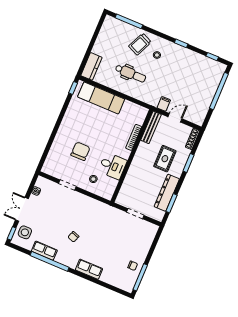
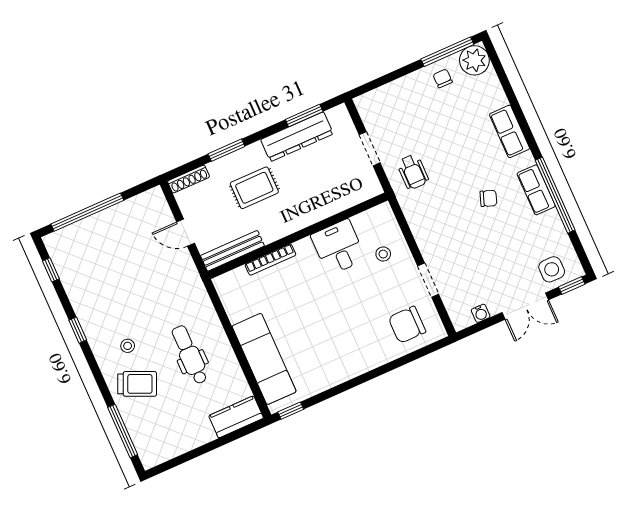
filing cabinet: (164, 104) -> (183, 267), removed
chair: (80, 151) -> (407, 325), moved
wheelchair: (111, 220) -> (413, 172), added
row of seats: (44, 251) -> (536, 190), moved
plant: (127, 284) -> (474, 60), added

